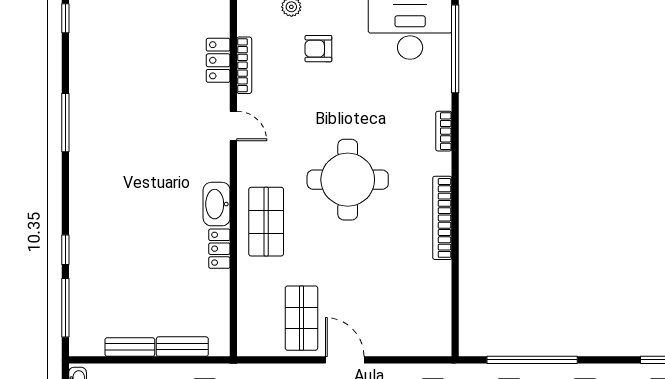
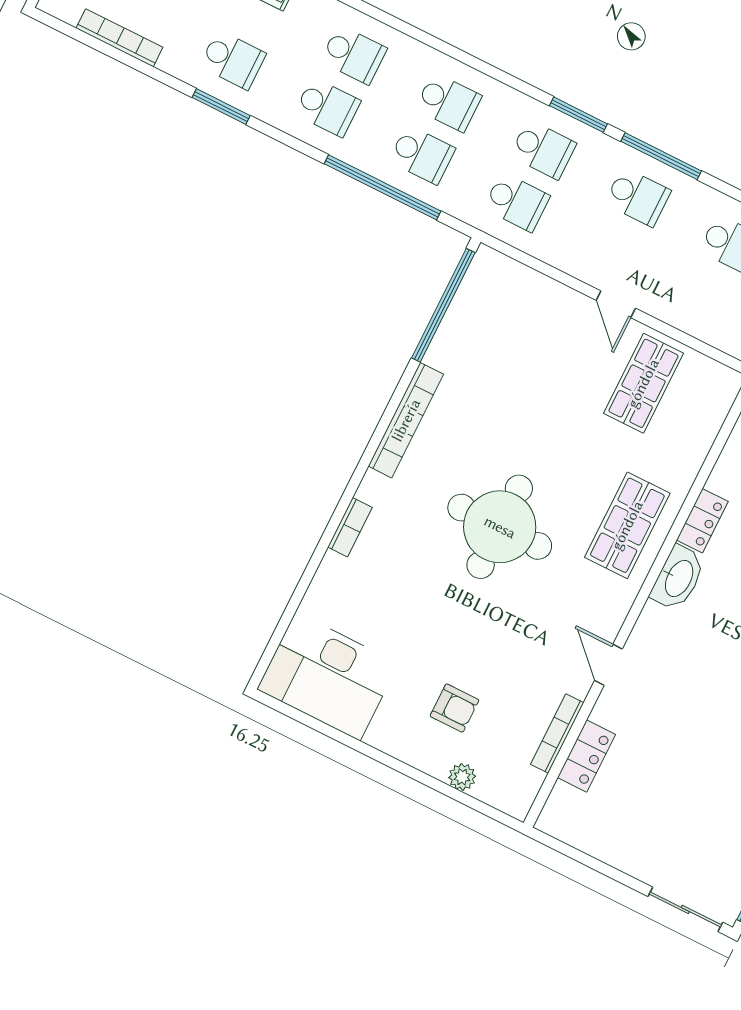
window: (455, 49) -> (443, 305), moved
door: (345, 360) -> (616, 304), width x0.73

